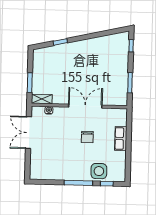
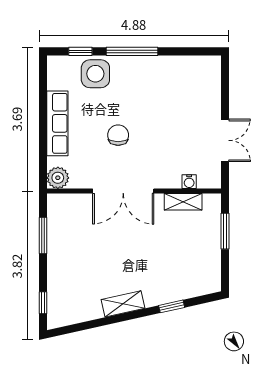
shelving: (87, 44) -> (123, 304), added
shelving: (42, 99) -> (183, 202), moved
plant: (121, 114) -> (58, 178), added
double door: (28, 133) -> (225, 140), width x0.73
row of seats: (121, 139) -> (57, 123), width x1.48

